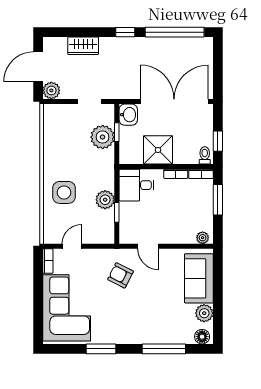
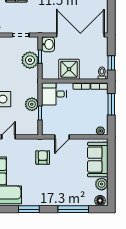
door: (148, 246) -> (62, 137), hinge flipped
armchair: (121, 275) -> (43, 157), turned 63

